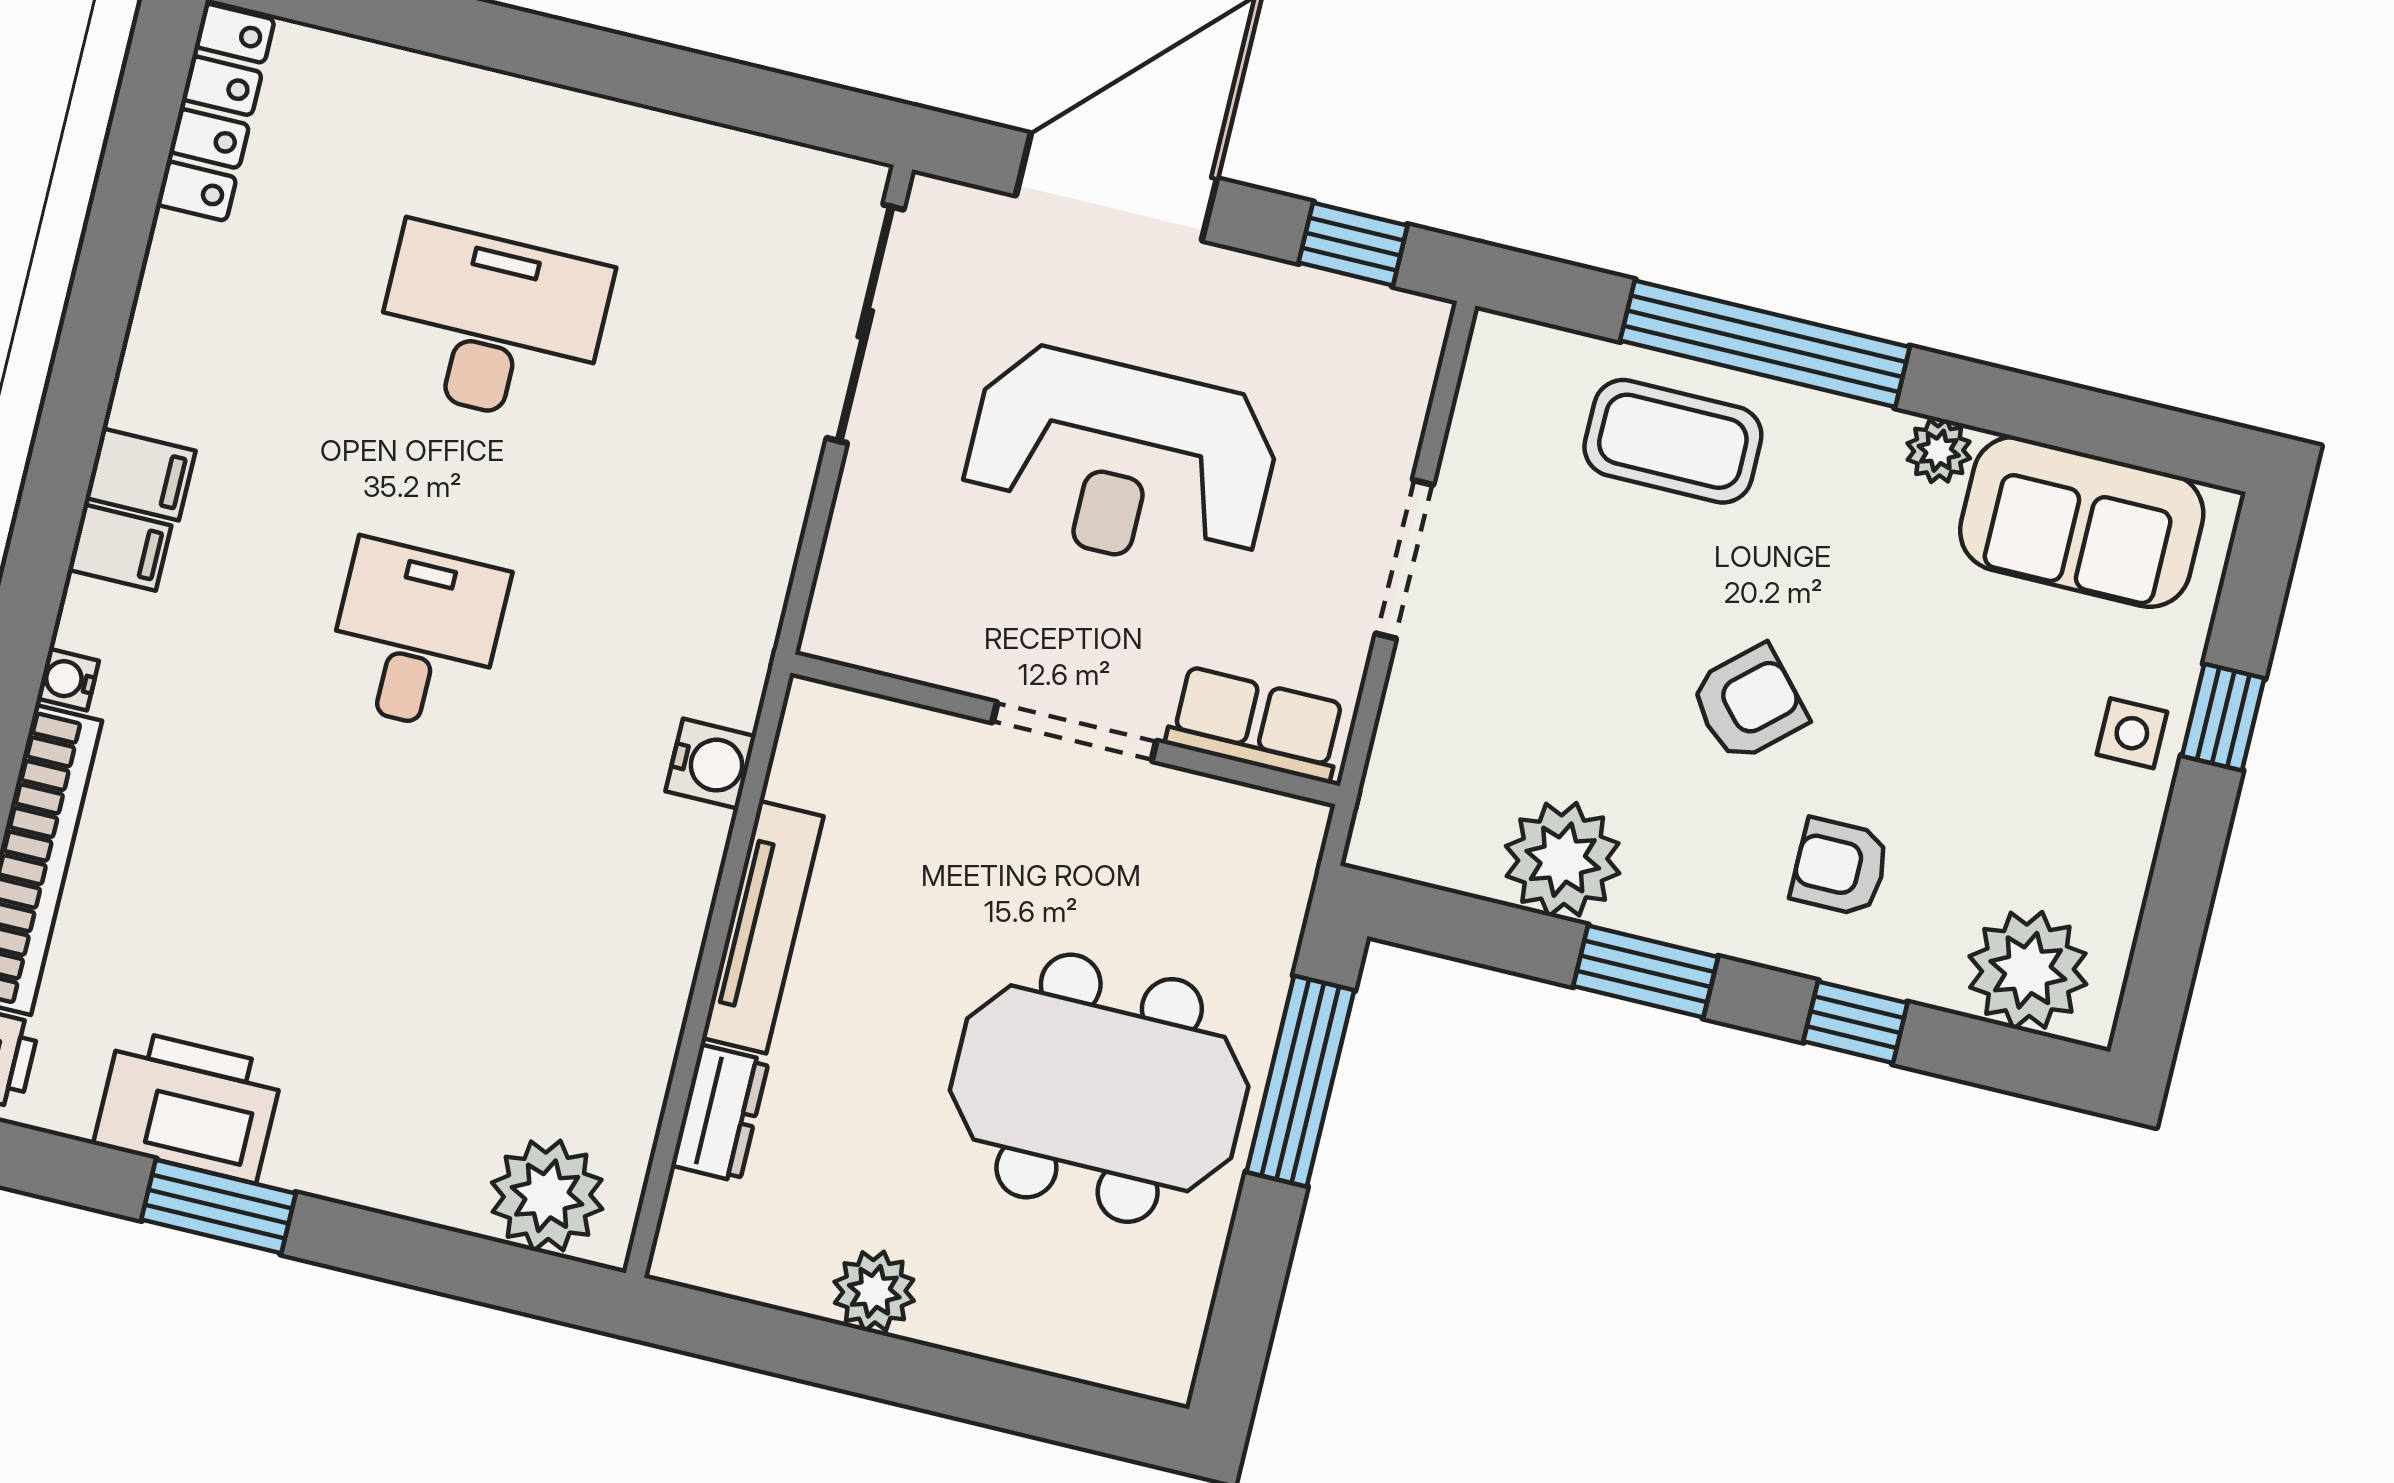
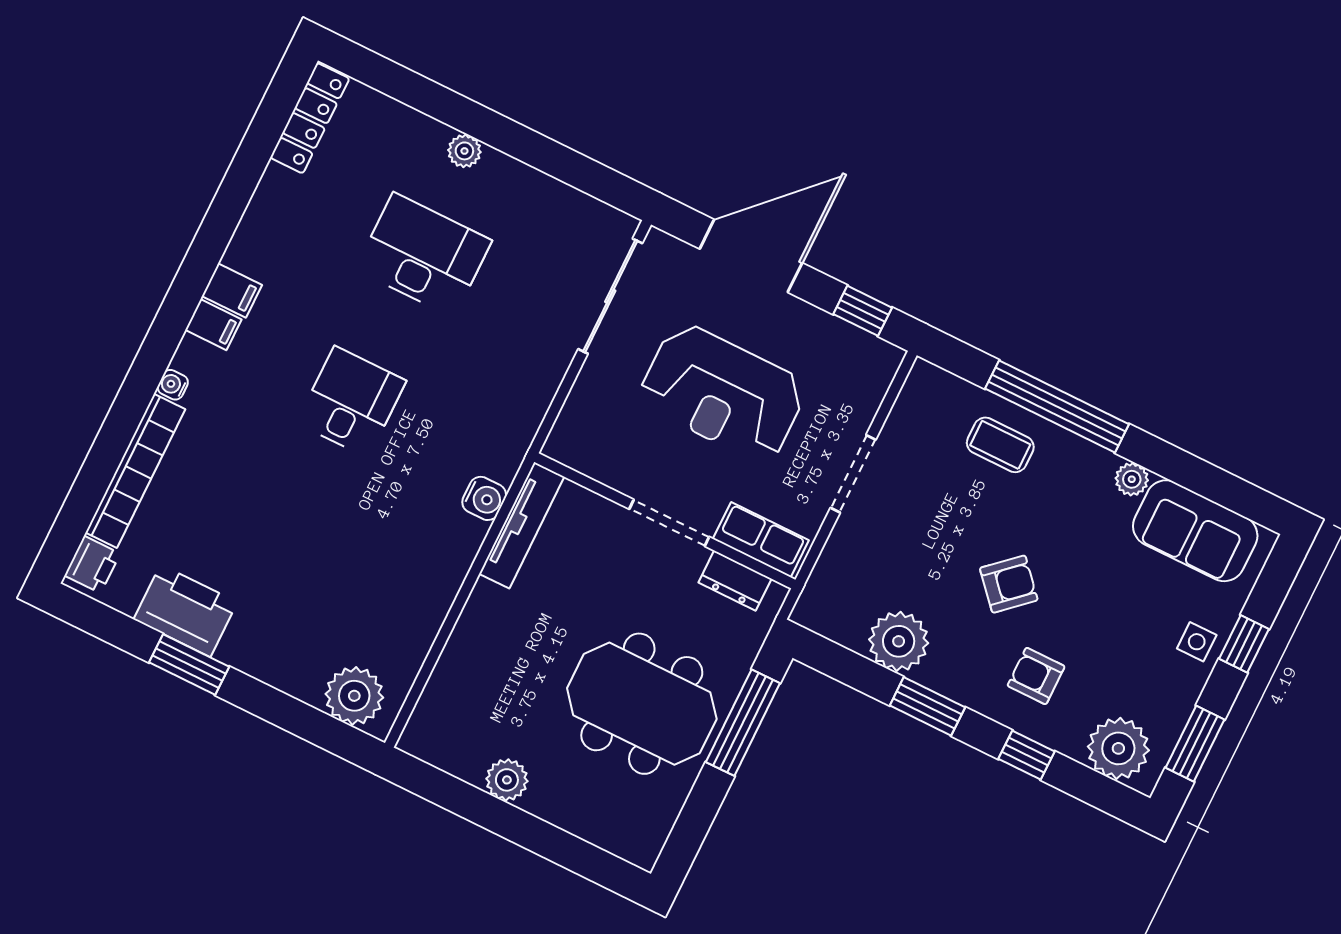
plant: (525, 109) -> (464, 151), added
coffee table: (1673, 441) -> (1000, 445), width x0.73, depth x0.77
tv unit: (763, 927) -> (522, 525), moved
window: (2172, 928) -> (1195, 744), added
dresser: (720, 1113) -> (735, 581), moved, turned 90

